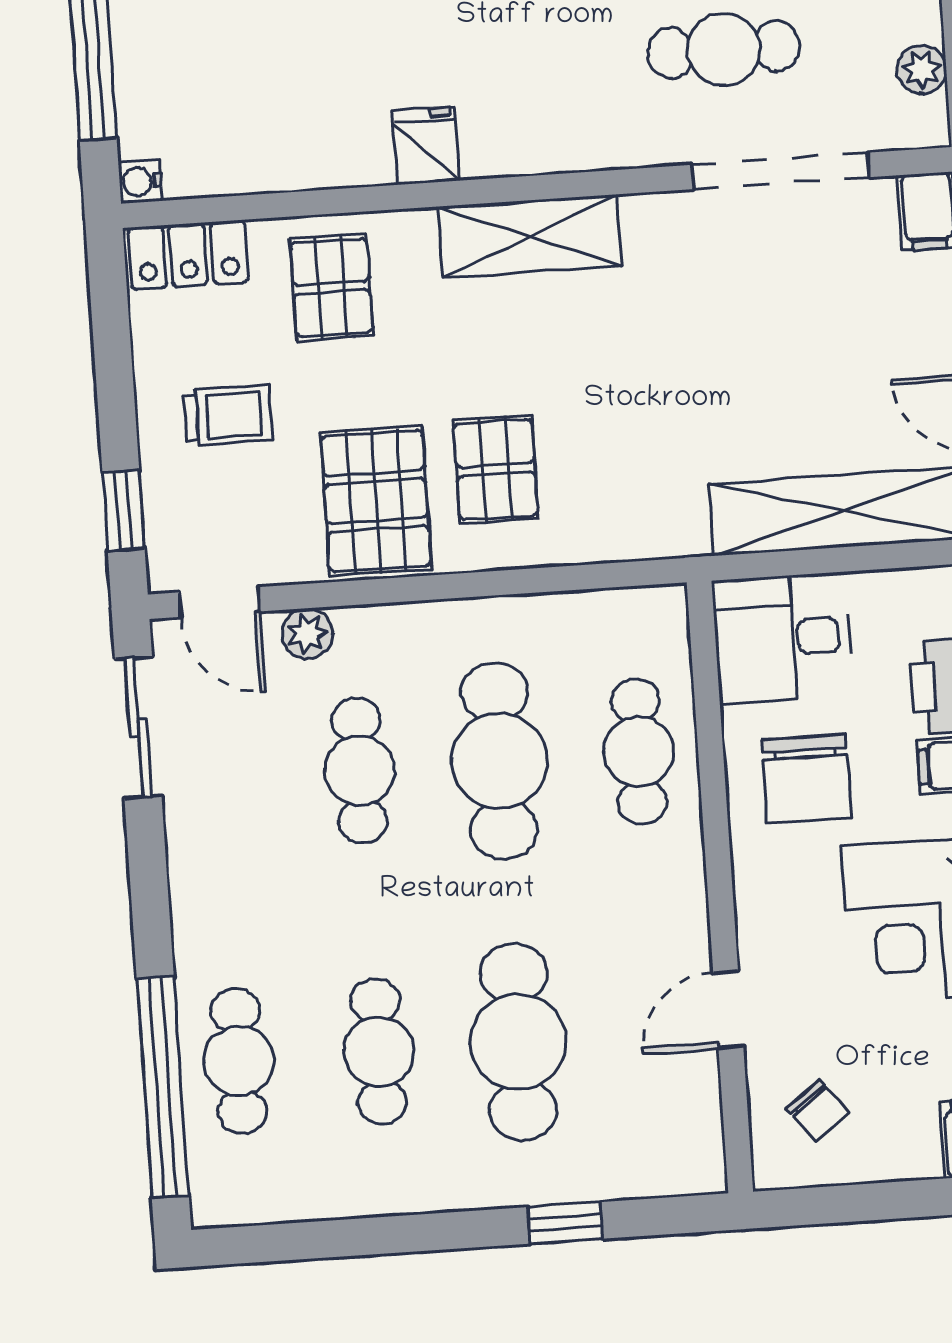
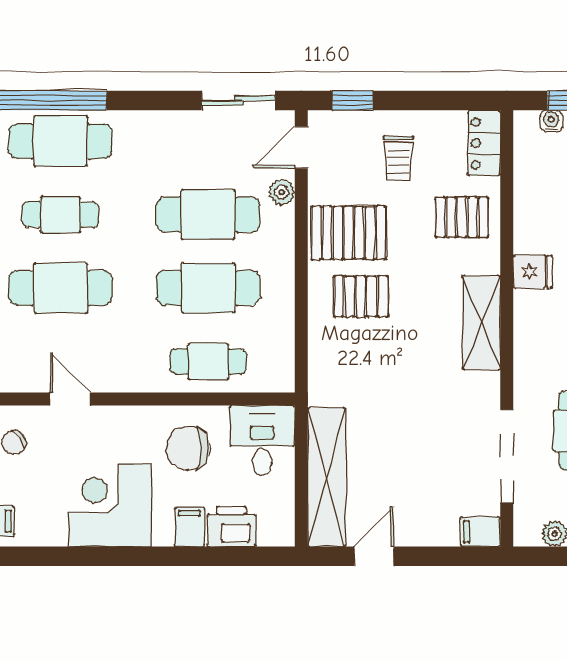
water cooler: (140, 181) -> (551, 121), moved
cafe table: (359, 770) -> (208, 215), width x1.37, depth x1.35
cafe table: (239, 1061) -> (60, 141), width x1.37, depth x1.35

